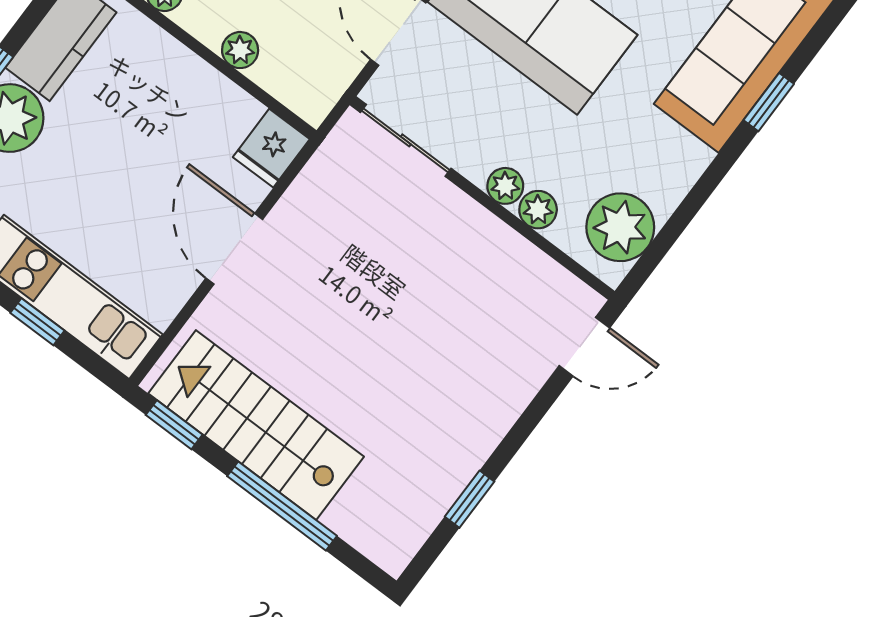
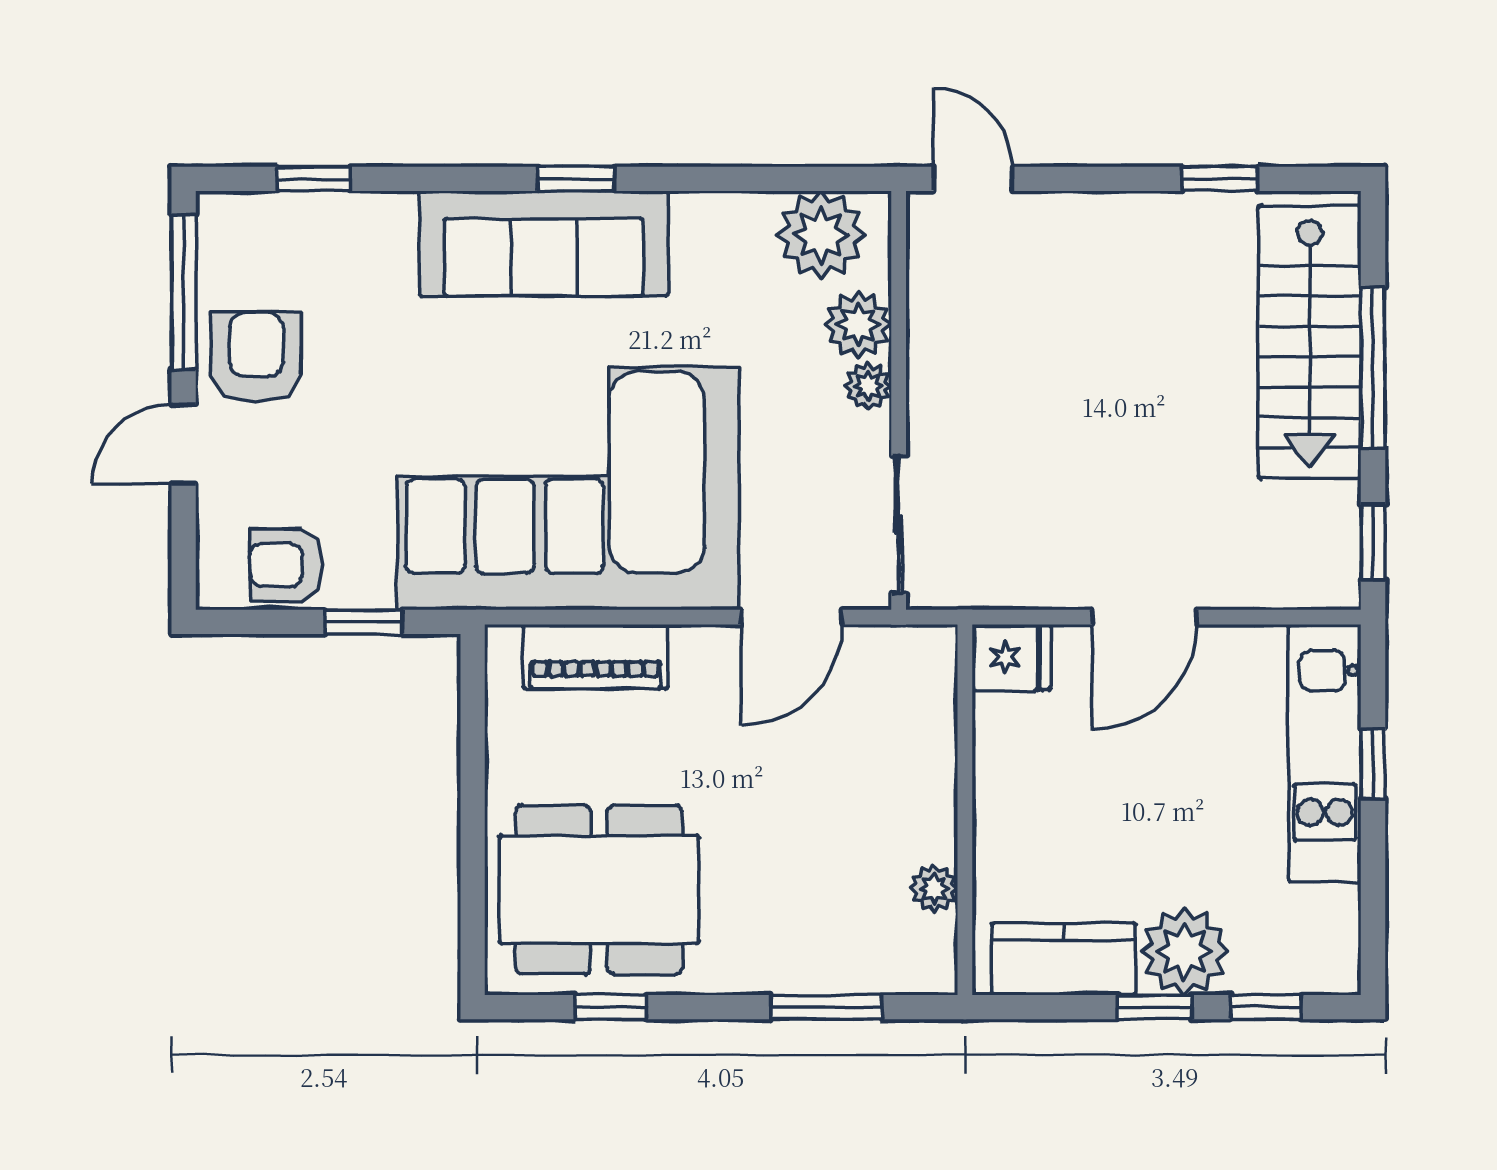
plant: (240, 50) -> (934, 766), removed
plant: (538, 210) -> (858, 324), width x1.38, depth x1.38
stairs: (256, 425) -> (1310, 342), moved

